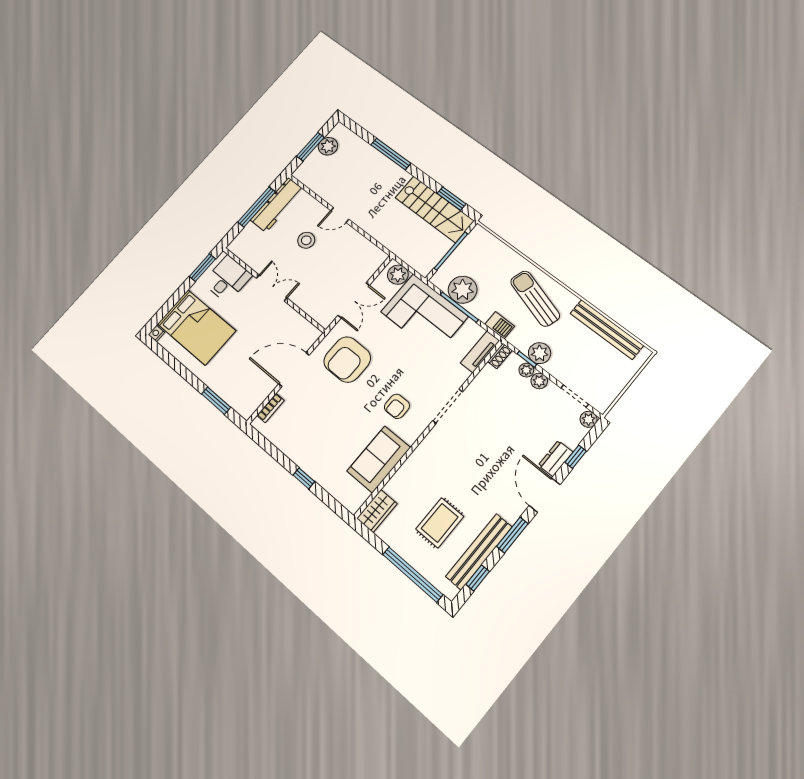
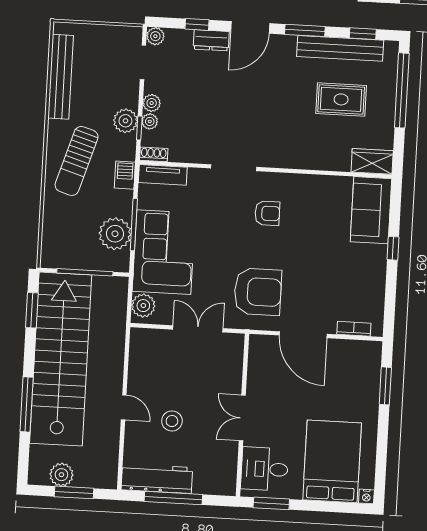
stairs: (434, 209) -> (61, 359), width x1.86, depth x1.51
sofa: (379, 459) -> (371, 210), moved, turned 90

